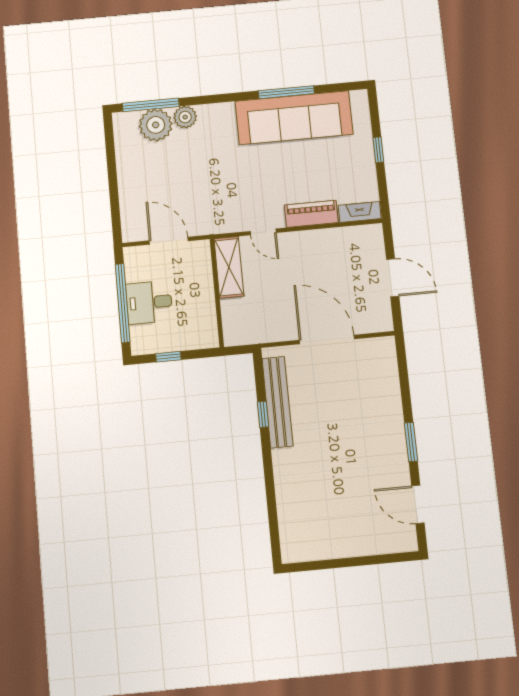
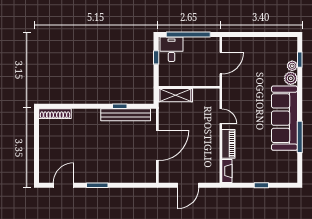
window: (151, 105) -> (300, 60), width x0.46
sofa: (294, 118) -> (284, 118), moved
plant: (156, 125) -> (292, 66), width x0.53, depth x0.53
door: (263, 232) -> (221, 116), swing flipped
shelving: (229, 267) -> (175, 95), moved
desk: (149, 302) -> (172, 49), moved
shoe rack: (288, 533) -> (55, 114), added

